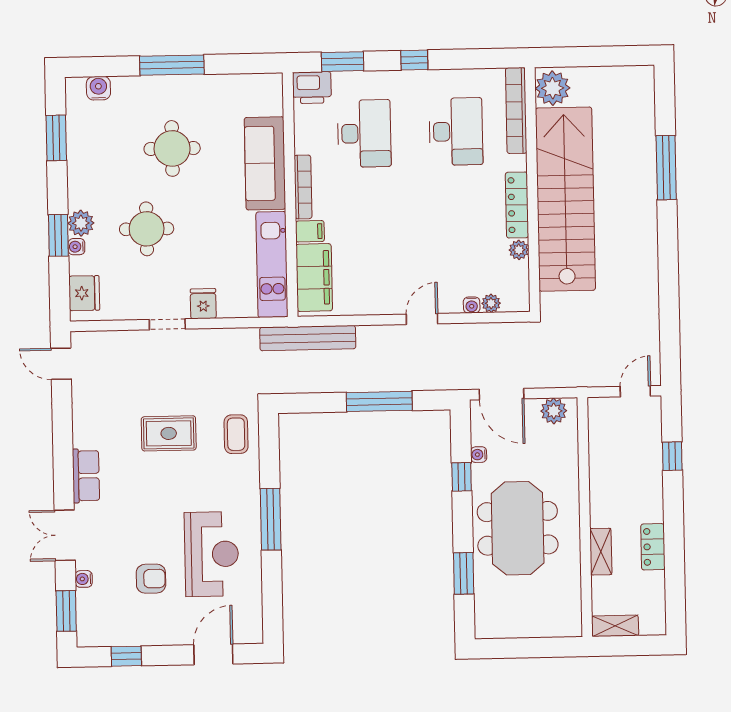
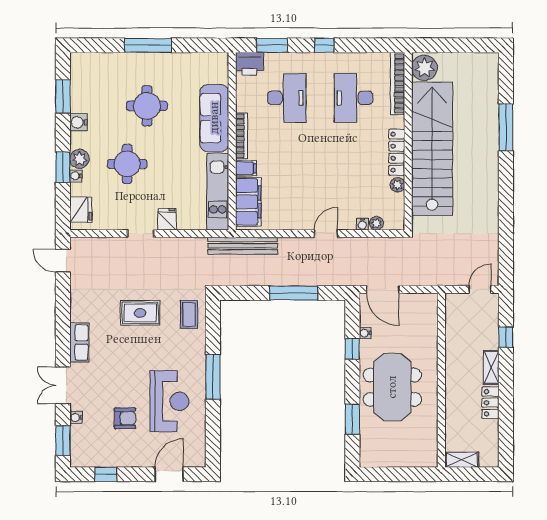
water cooler: (98, 88) -> (79, 122), moved, turned -90
desk: (456, 132) -> (353, 98), turned 180
plant: (554, 411) -> (420, 302), removed
shelving: (601, 552) -> (491, 367), moved

